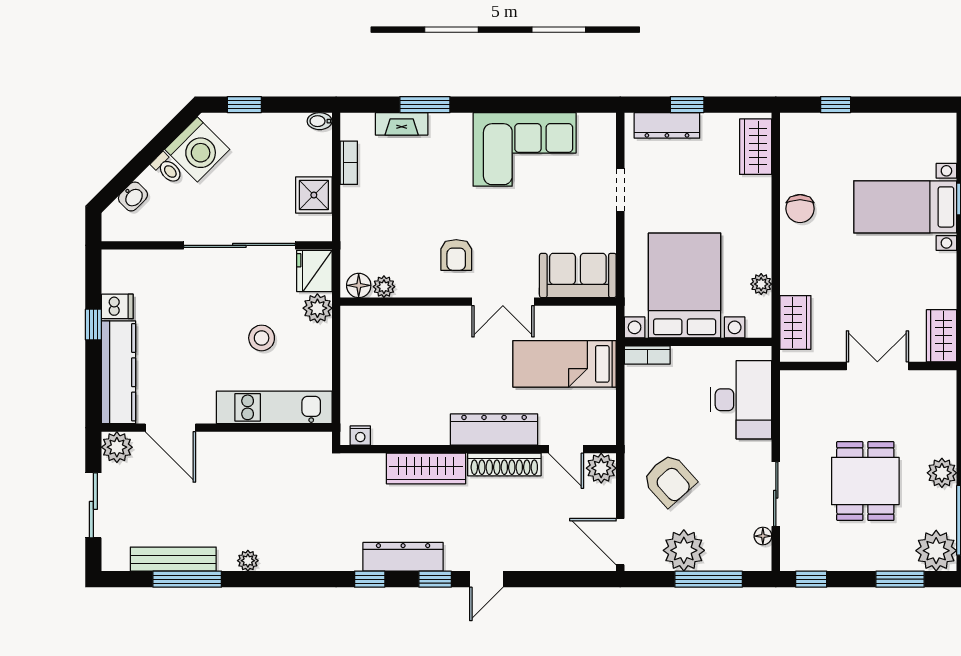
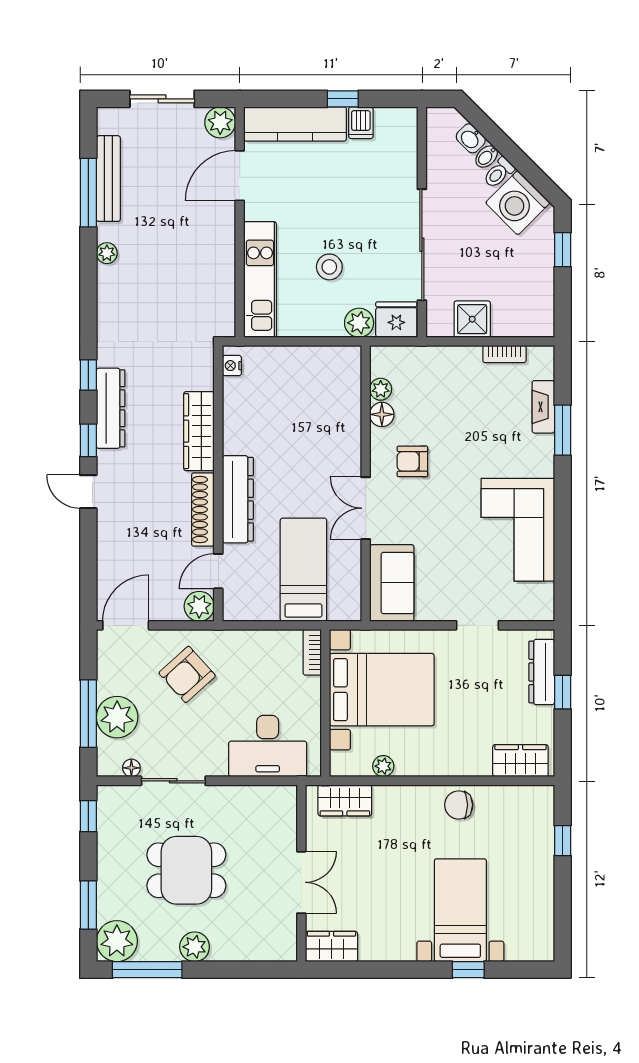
bidet: (320, 121) -> (487, 156), moved, turned -135
floor lamp: (359, 285) -> (382, 414), moved
plant: (684, 550) -> (117, 717), moved

